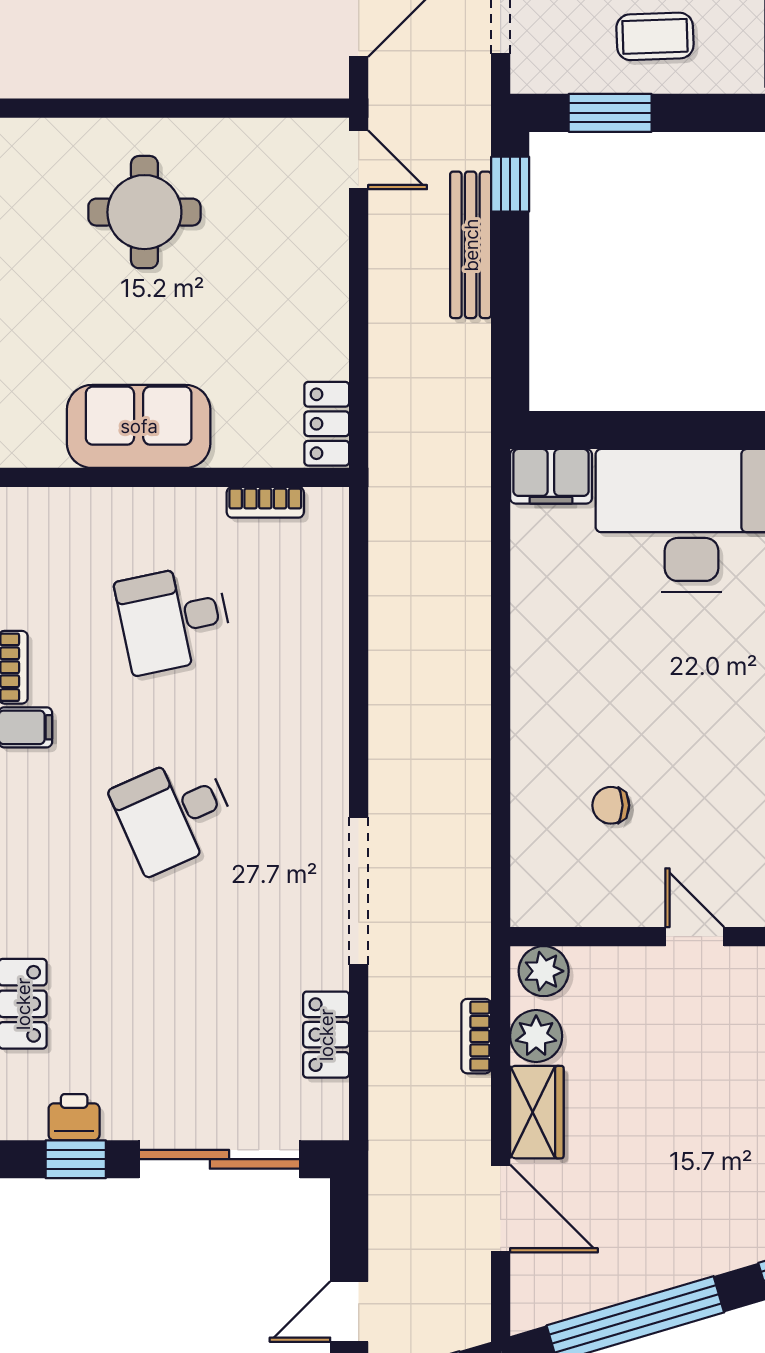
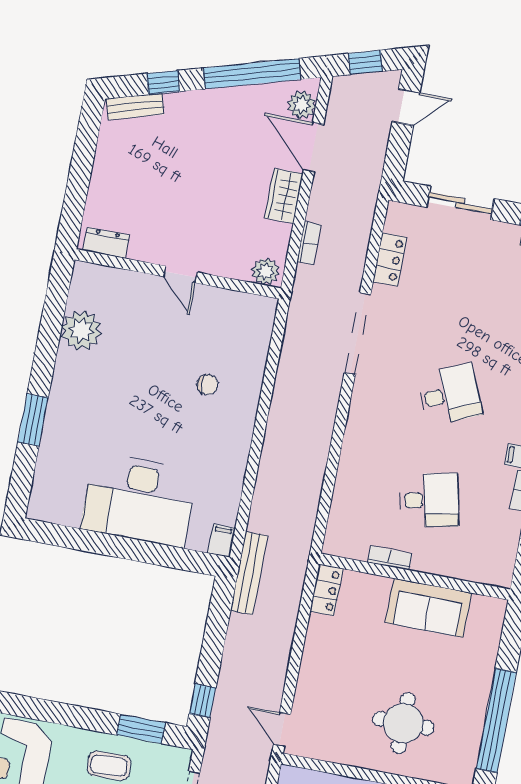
bench: (471, 245) -> (249, 573), moved
filing cabinet: (551, 476) -> (222, 540), width x0.50
bookcase: (265, 502) -> (390, 558), moved
chair: (611, 805) -> (208, 385), moved
plant: (536, 1036) -> (302, 105), moved
sliding door: (219, 1159) -> (460, 203), width x0.73

